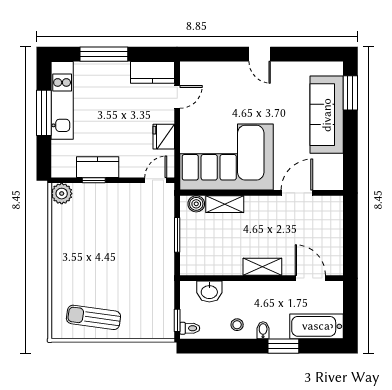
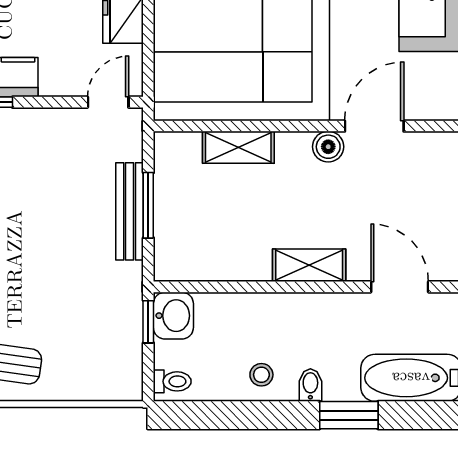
boiler: (196, 204) -> (328, 147), moved
bench: (167, 238) -> (130, 211), added
washbasin: (209, 291) -> (173, 316), moved, turned -90
window: (177, 320) -> (148, 322), moved

